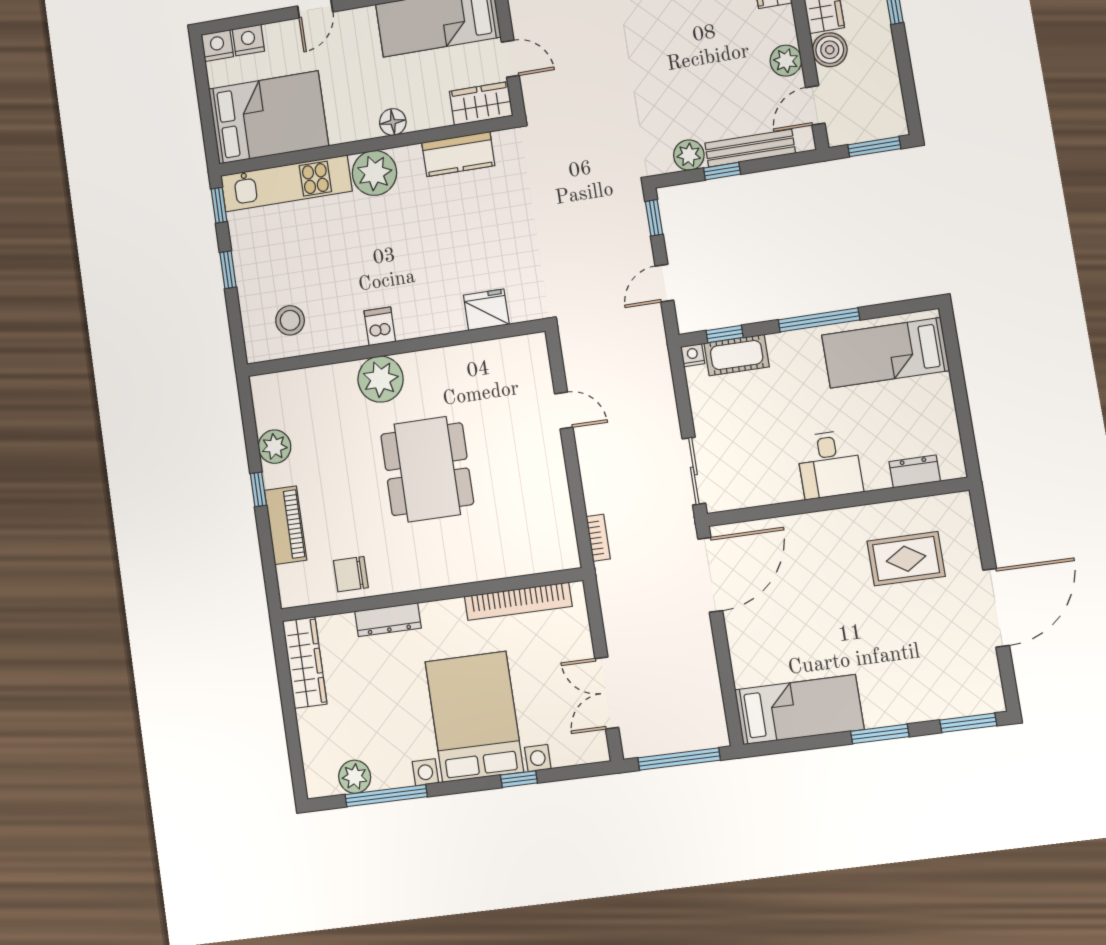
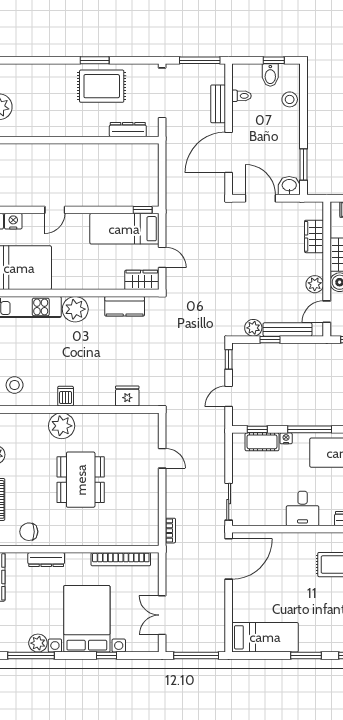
floor lamp: (393, 122) -> (90, 282), removed
nightstand: (693, 355) -> (286, 438), moved
plant: (355, 777) -> (38, 643), moved

